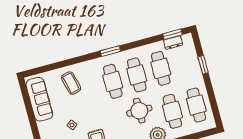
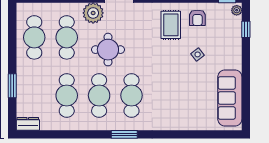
window: (173, 34) -> (40, 134), removed
dresser: (173, 43) -> (28, 124), moved
coffee table: (71, 83) -> (184, 108), removed

